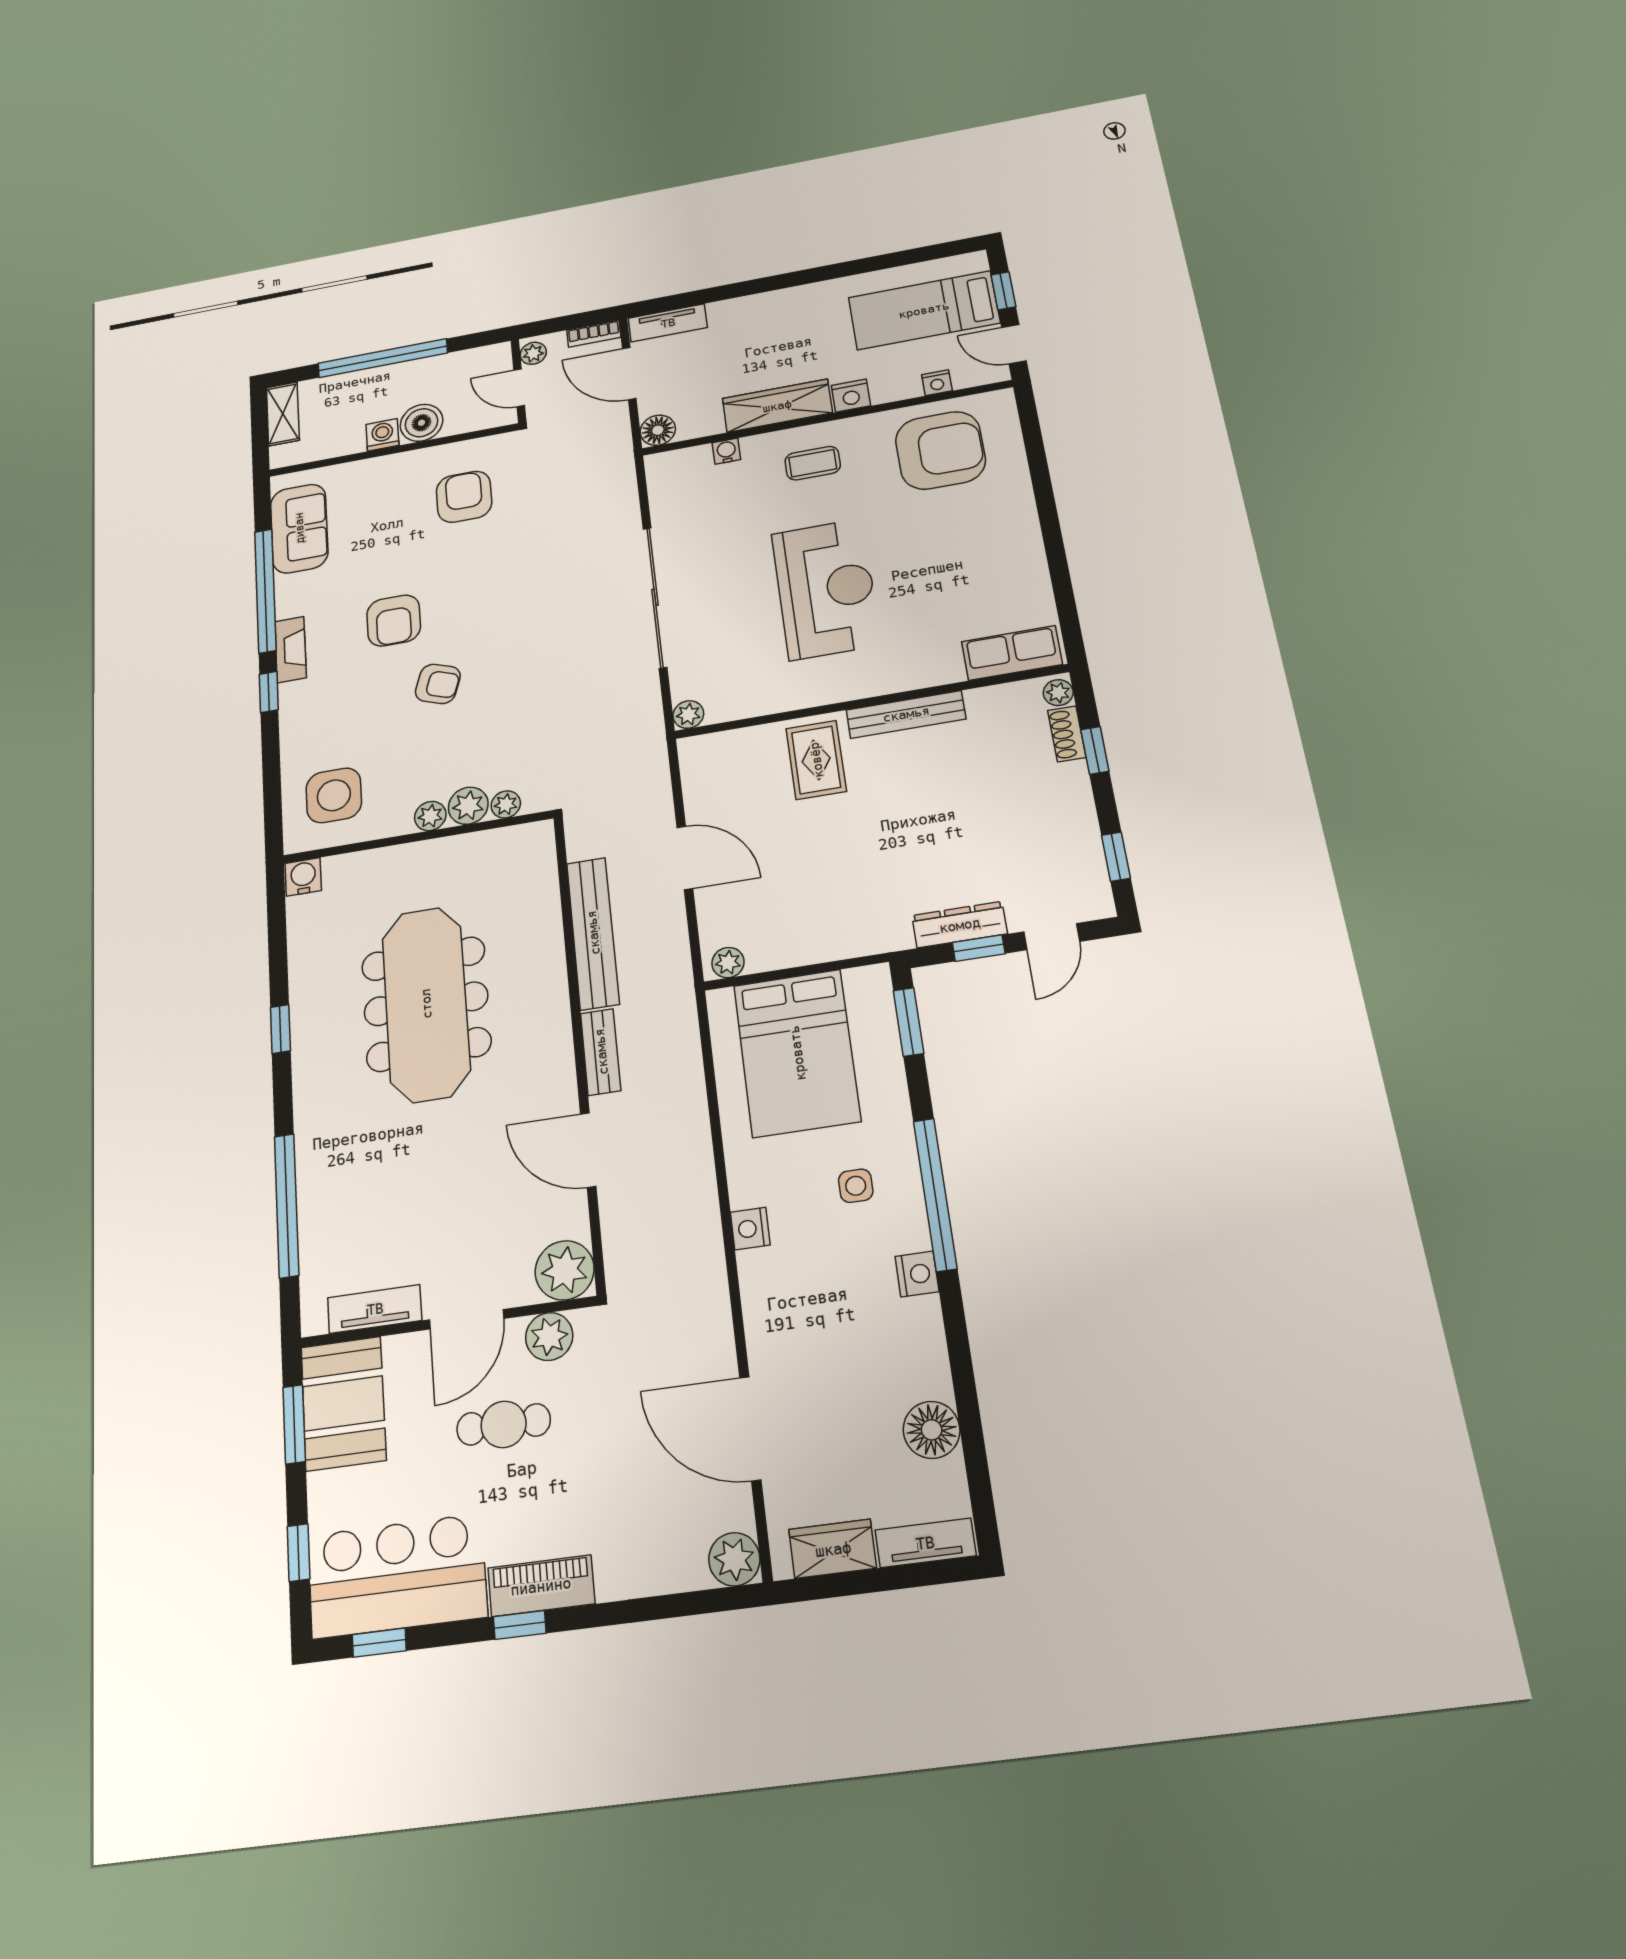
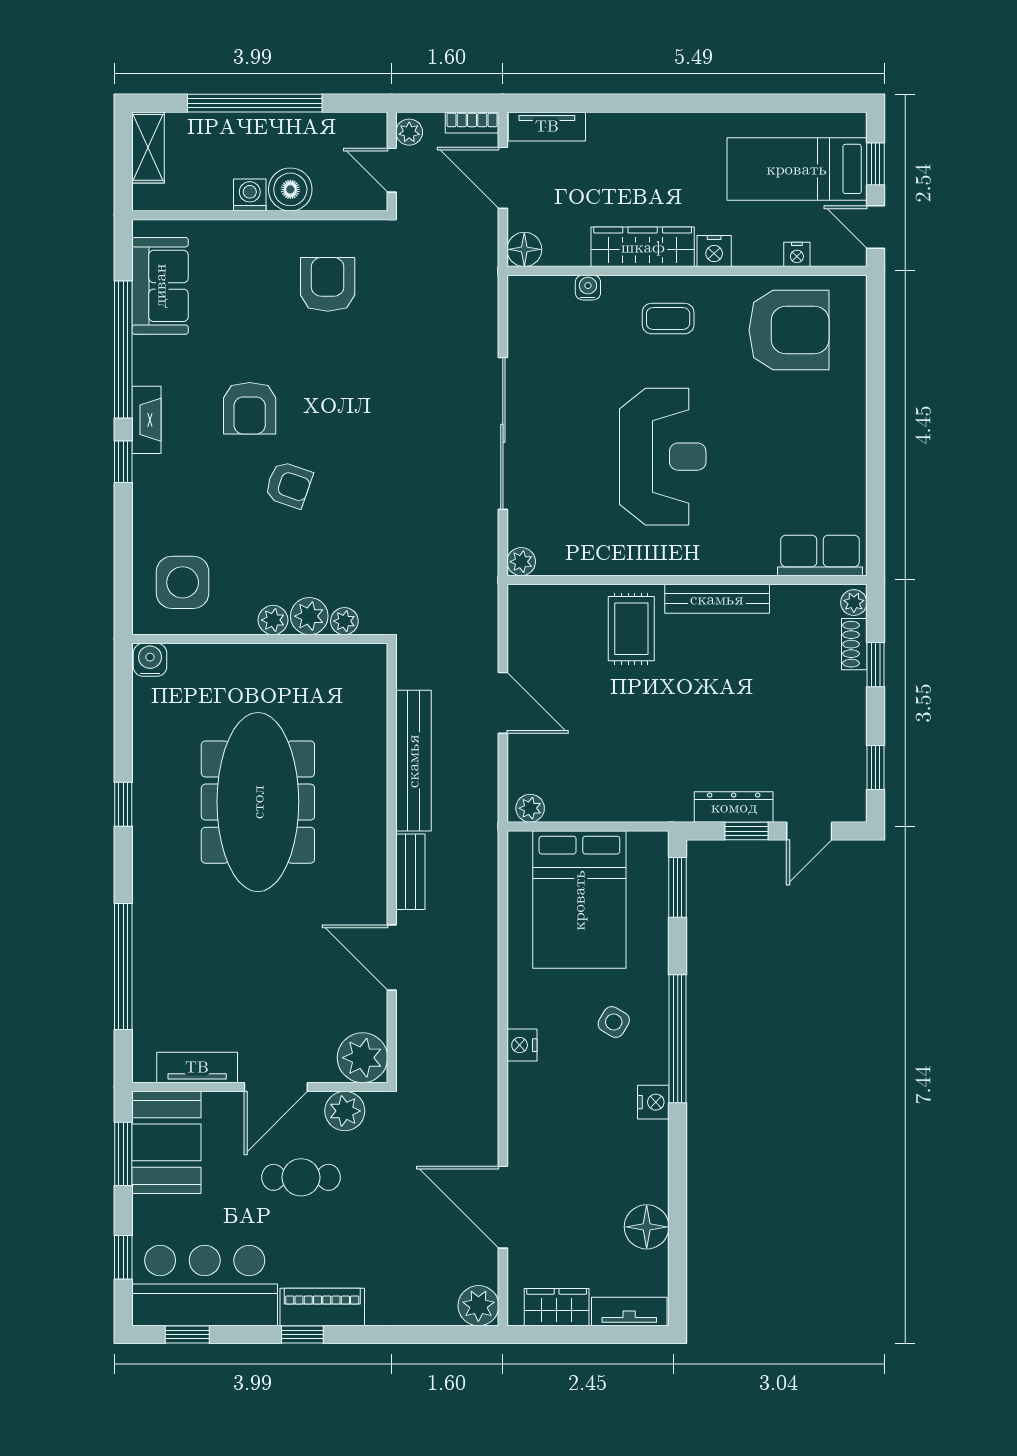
side table: (856, 1186) -> (614, 1022), turned 31

